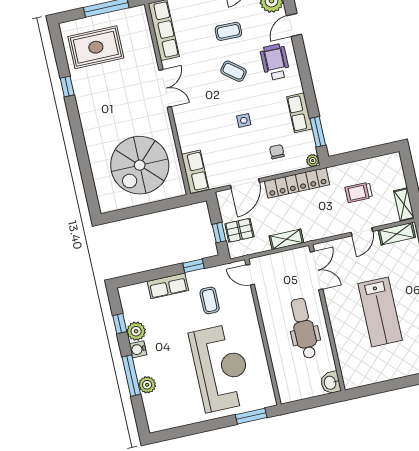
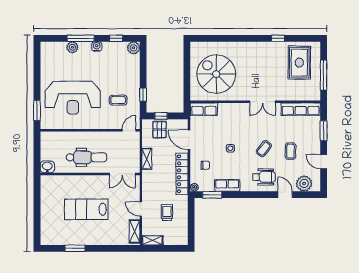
row of seats: (168, 286) -> (134, 75), removed
plant: (136, 331) -> (134, 48), moved

